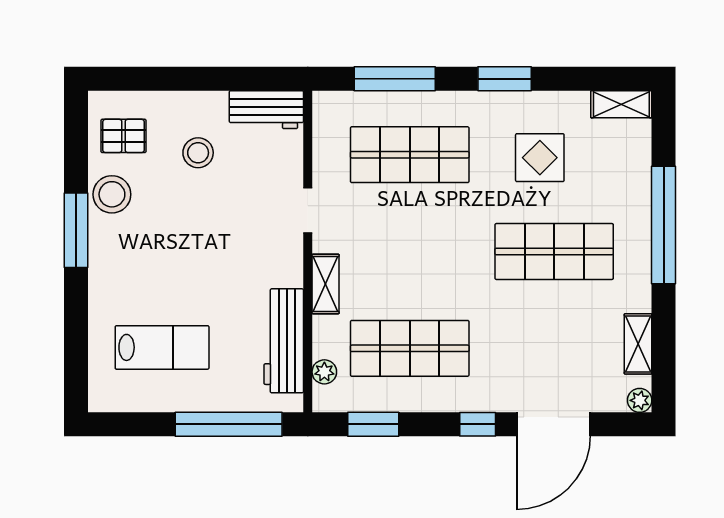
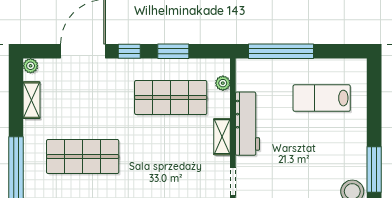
workbench: (284, 341) -> (248, 124), moved
window: (373, 424) -> (173, 51), moved

